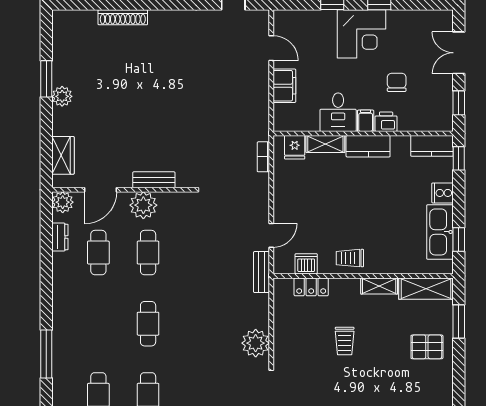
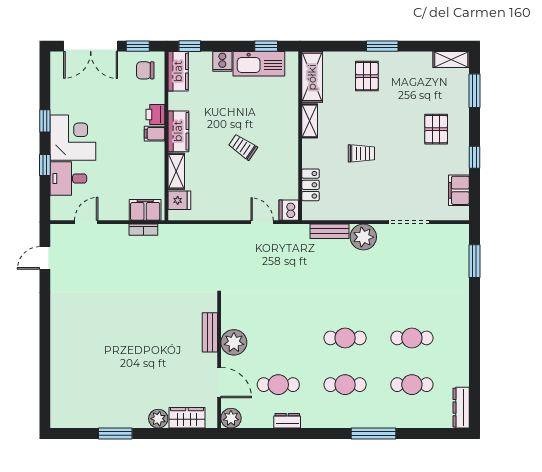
shoe rack: (123, 17) -> (57, 362), removed
double door: (459, 53) -> (91, 46), width x1.37
chair: (397, 82) -> (145, 70), moved
filing cabinet: (284, 86) -> (145, 210), moved
plant: (62, 96) -> (158, 419), moved
desk: (338, 112) -> (68, 179), moved, turned 180
bookcase: (263, 157) -> (143, 230), moved
dresser: (60, 237) -> (287, 421), moved
cafe table: (148, 253) -> (345, 385), moved
trolley: (350, 258) -> (243, 147), moved, turned 124
dishwasher: (306, 264) -> (289, 210), moved
bench: (262, 272) -> (330, 231), moved
window: (459, 321) -> (382, 46), moved

